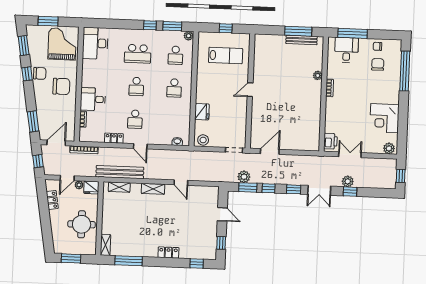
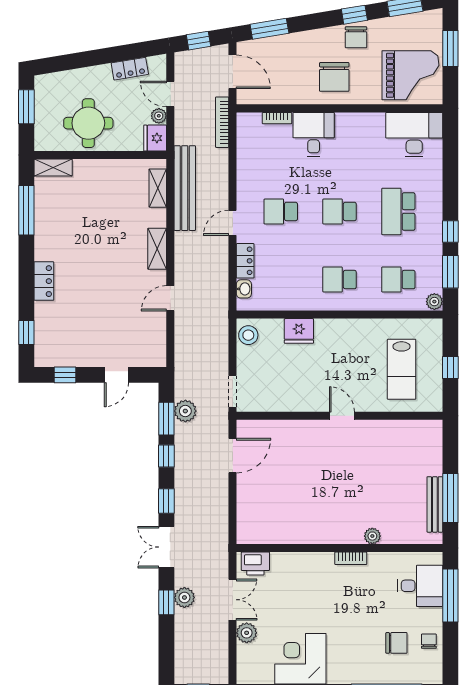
locker: (114, 138) -> (245, 261), moved
plant: (389, 148) -> (247, 633), moved
door: (270, 151) -> (233, 456), hinge flipped

